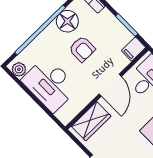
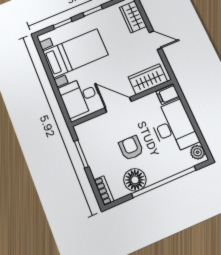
filing cabinet: (134, 49) -> (168, 95), moved, turned 180
door: (110, 85) -> (118, 105), hinge flipped

